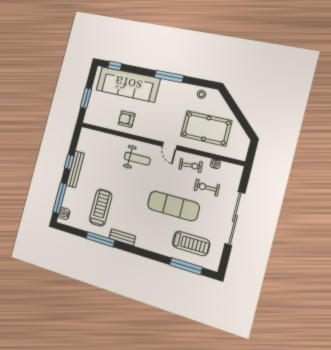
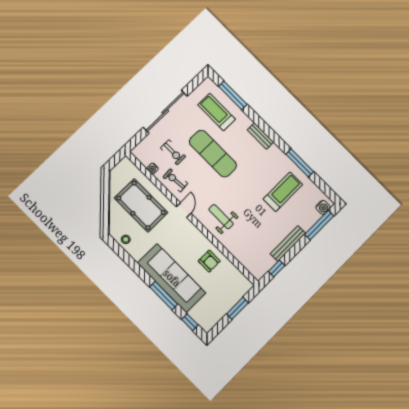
window: (169, 76) -> (164, 296), moved
sofa: (128, 84) -> (172, 278), moved
window: (69, 162) -> (277, 268), moved
treadmill: (101, 208) -> (283, 192), turned 180
bench: (122, 237) -> (260, 136), moved

